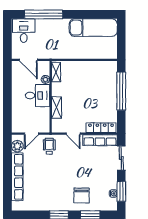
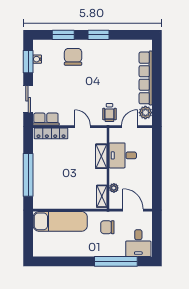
exam couch: (93, 28) -> (60, 221), moved, turned 180
chair: (51, 45) -> (107, 227), added
desk: (37, 96) -> (123, 155), moved
row of seats: (100, 140) -> (46, 119), width x0.68

